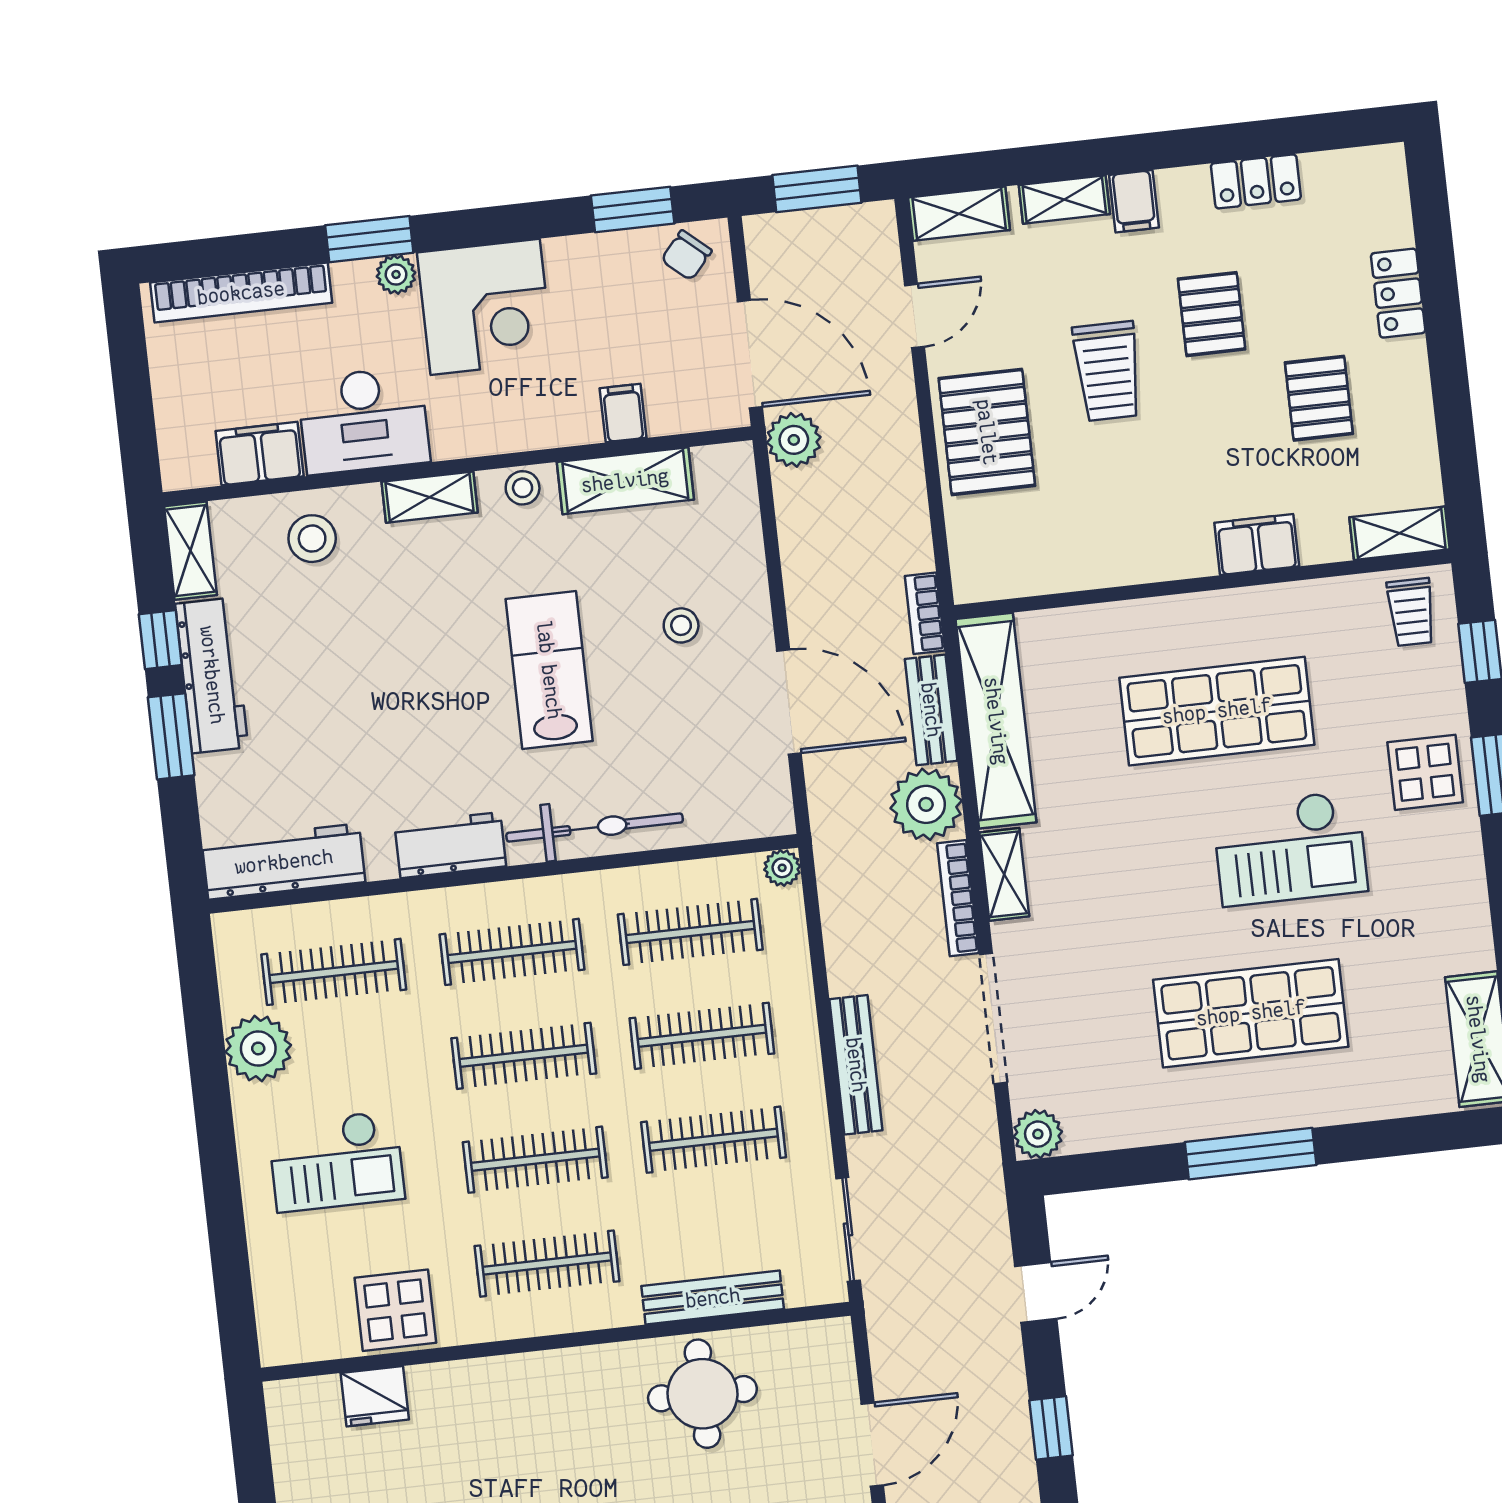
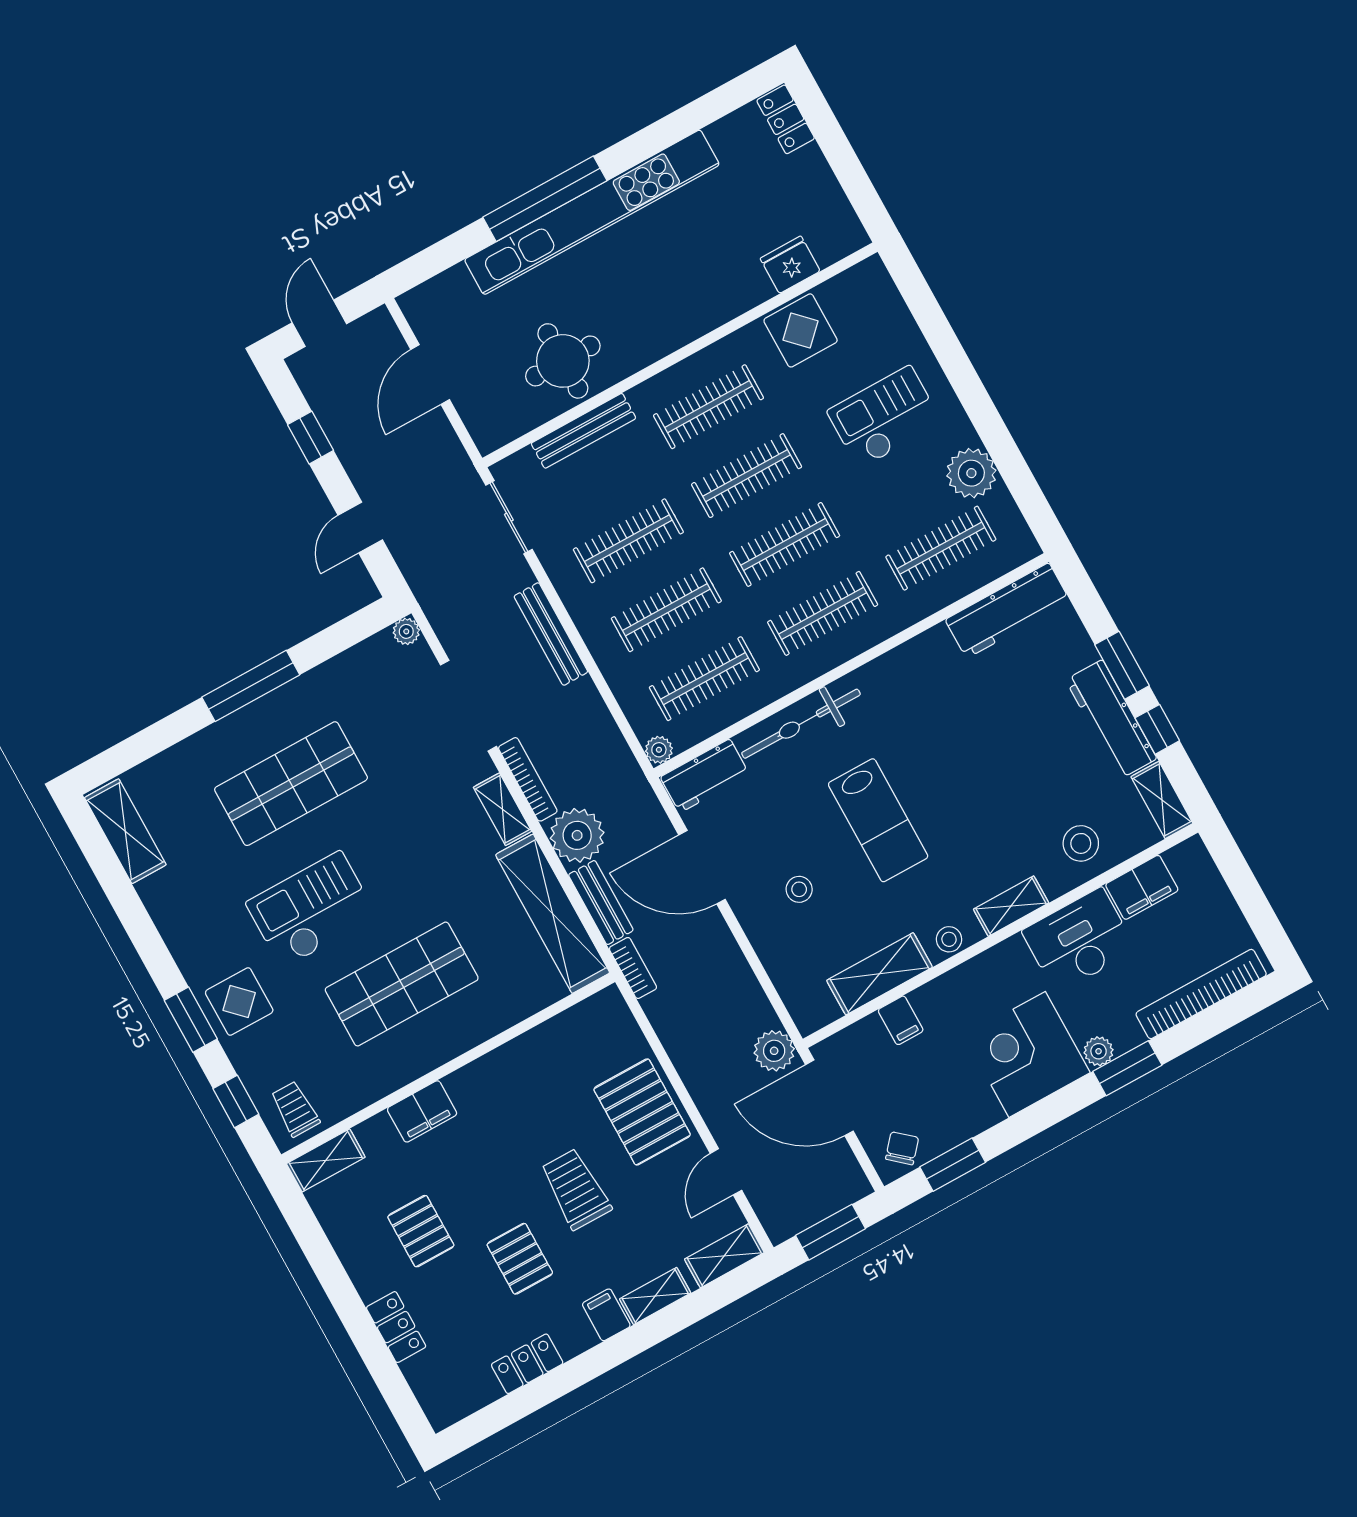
workbench: (450, 845) -> (705, 776), moved
plant: (1038, 1134) -> (406, 631), width x0.73, depth x0.73

